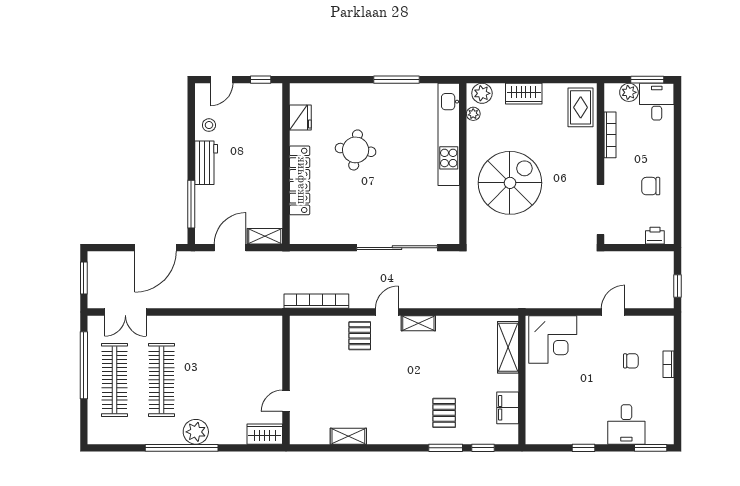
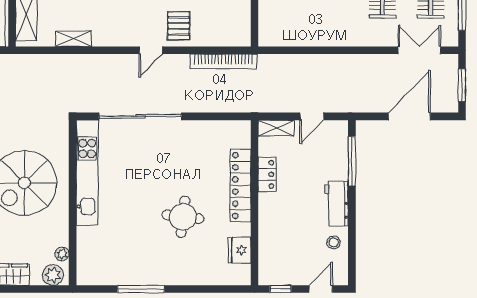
kitchen unit: (449, 134) -> (87, 173), moved
locker: (274, 191) -> (267, 174), added
door: (156, 248) -> (409, 116), moved
door: (230, 248) -> (312, 116), width x0.73
shelving: (418, 323) -> (74, 39), moved

